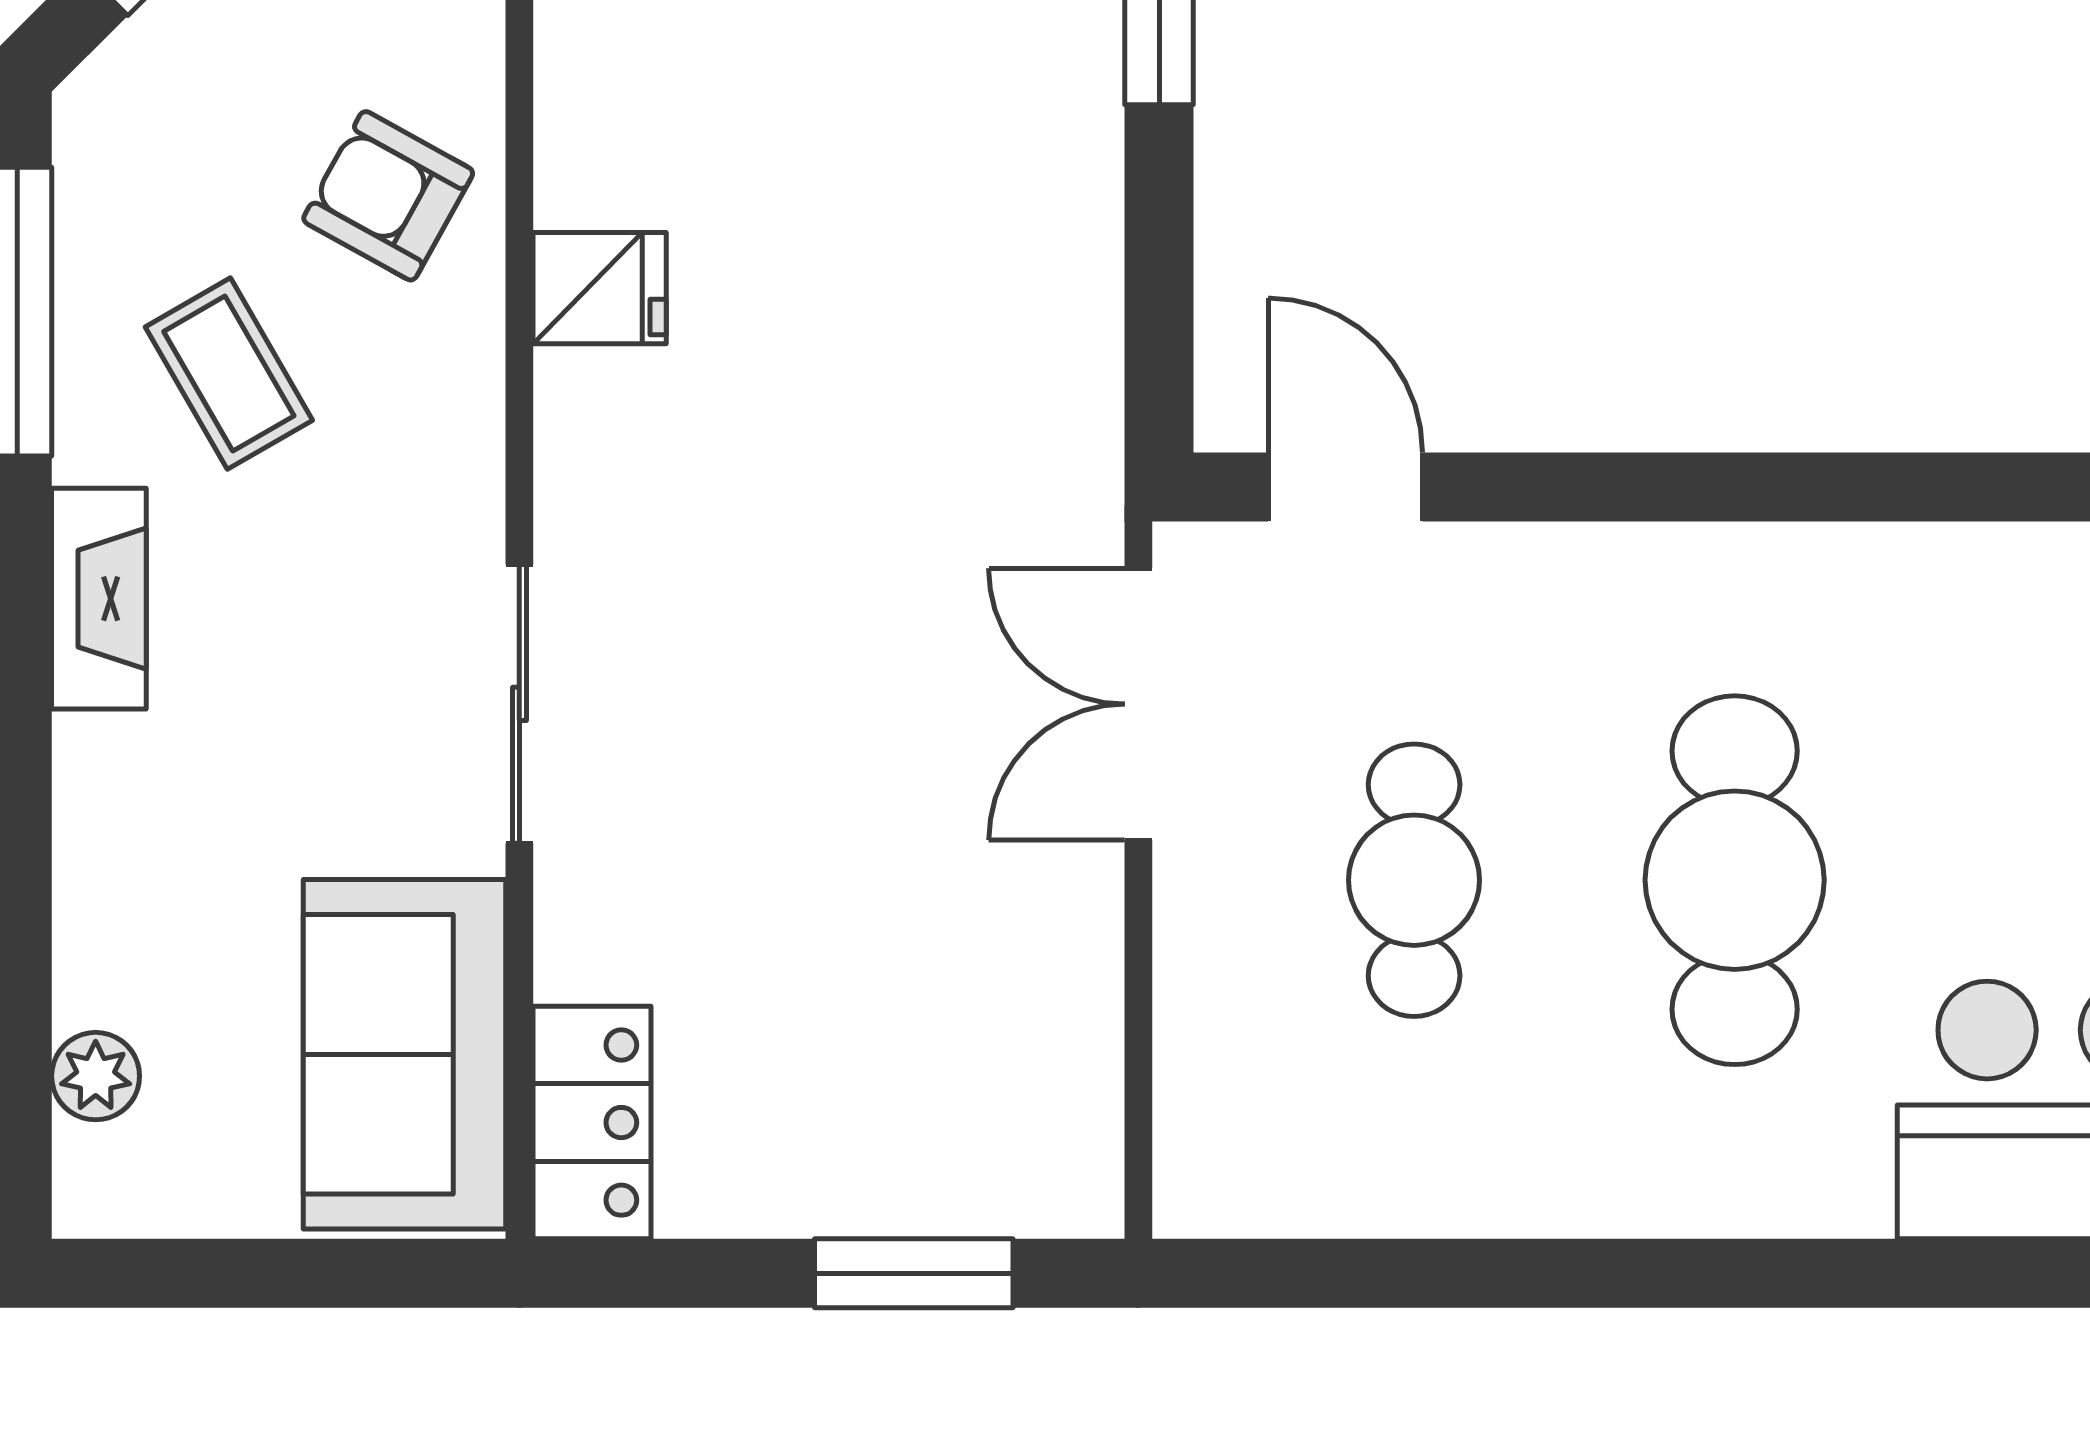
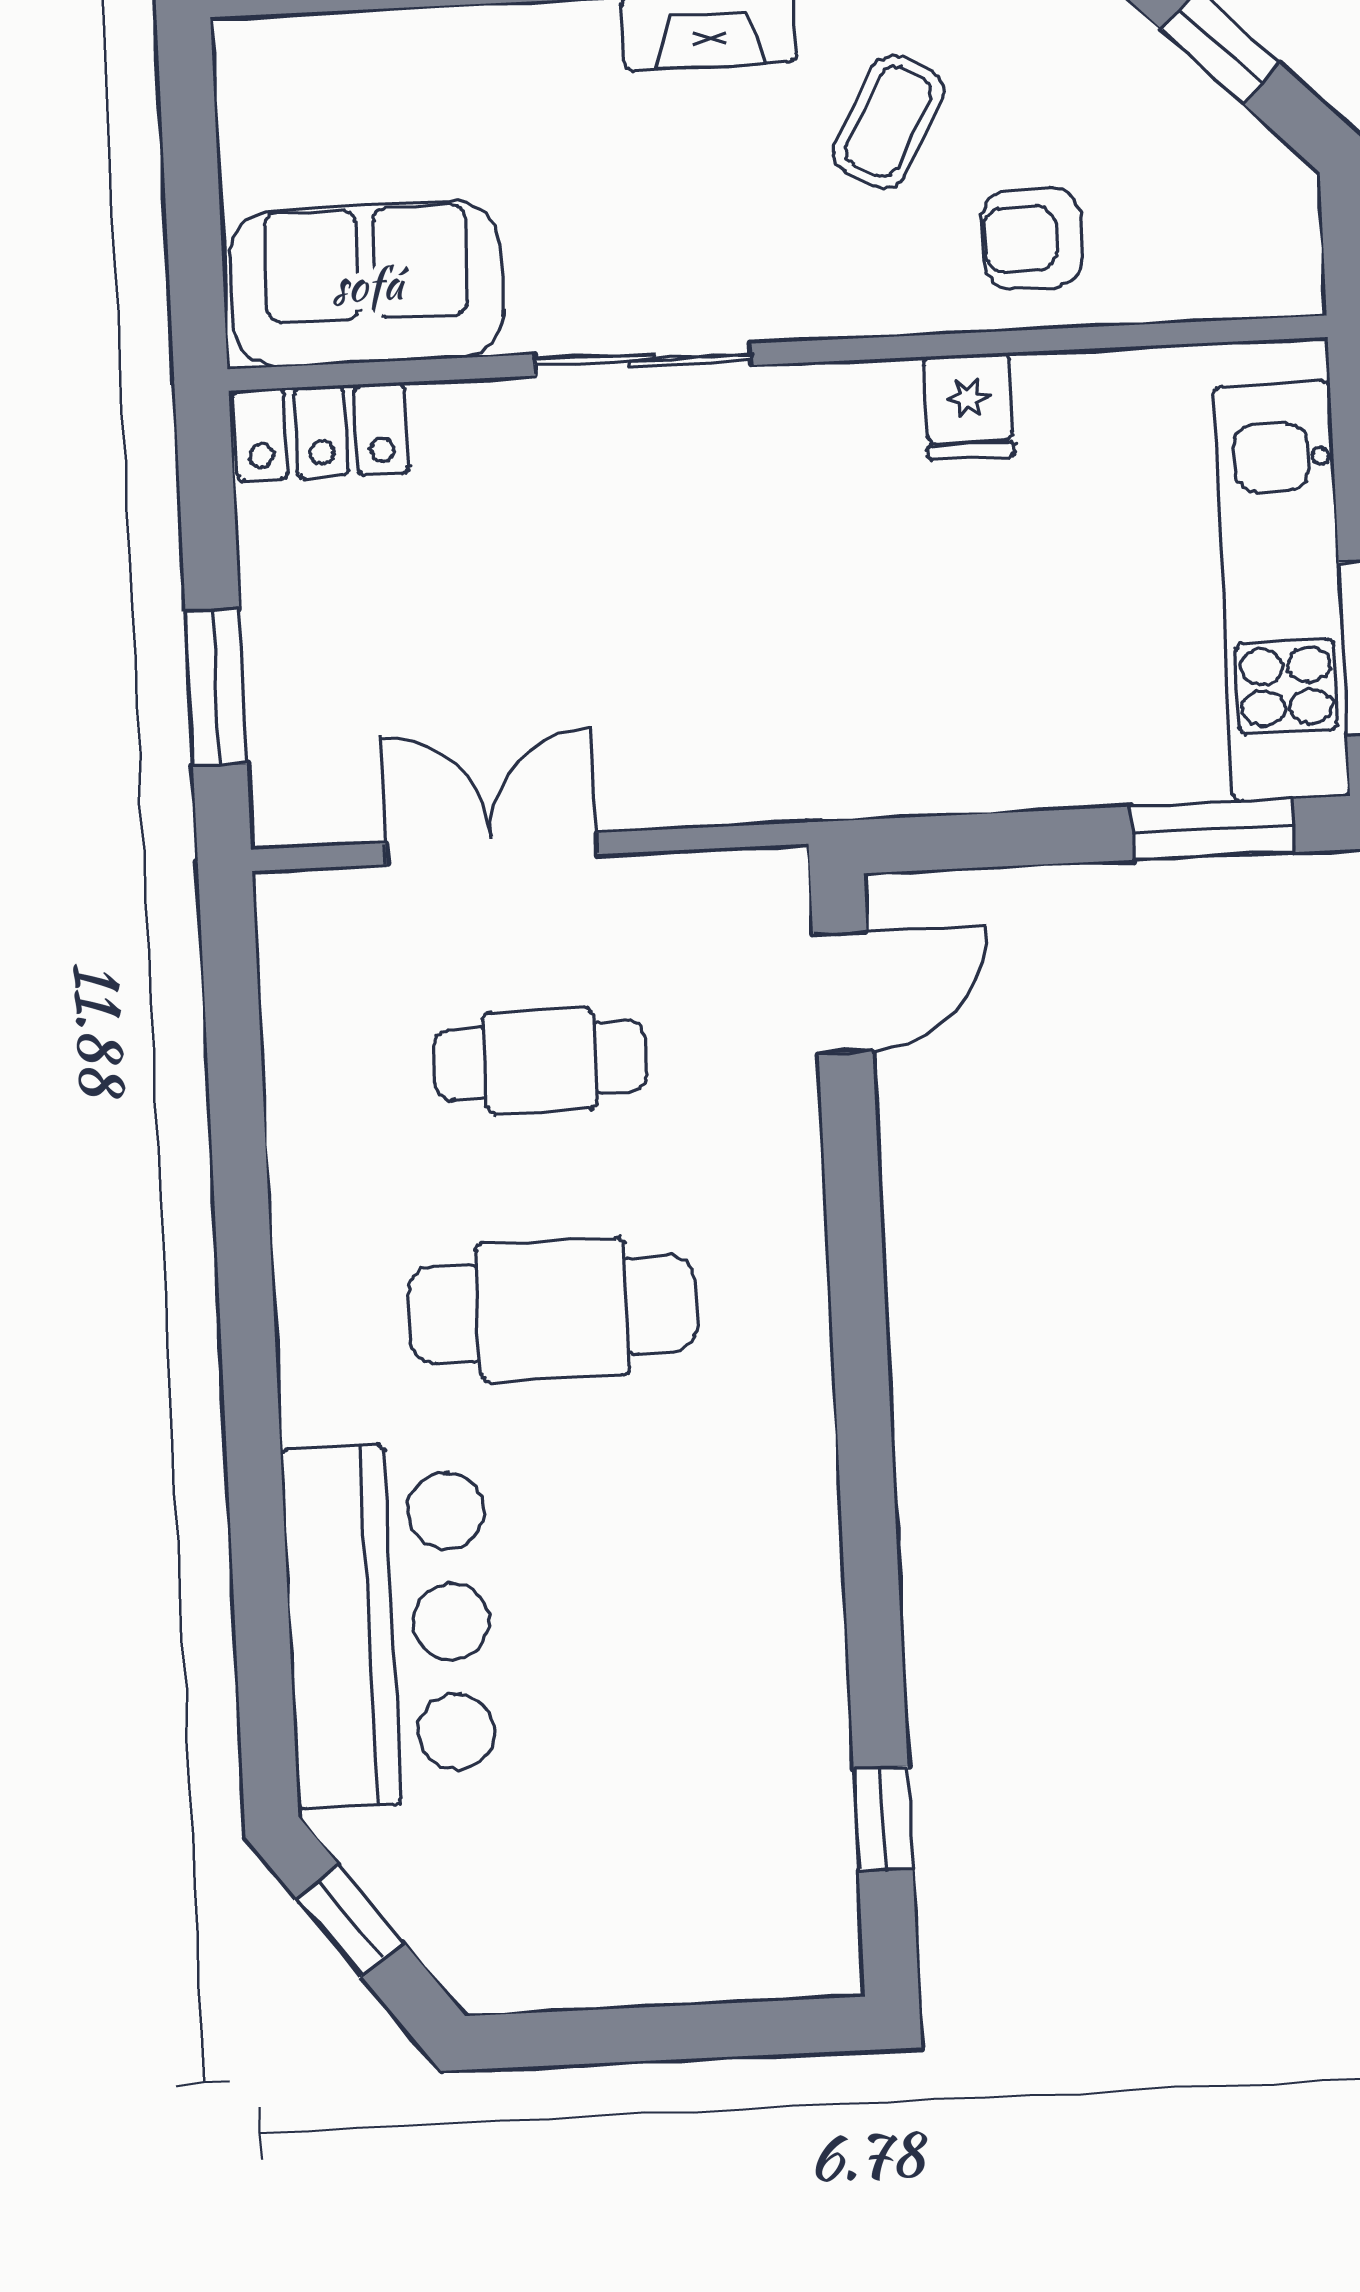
armchair: (388, 196) -> (1032, 239), turned -119
coffee table: (229, 374) -> (888, 122), turned -31
double door: (1138, 704) -> (491, 849), moved
plant: (96, 1076) -> (338, 45), removed

